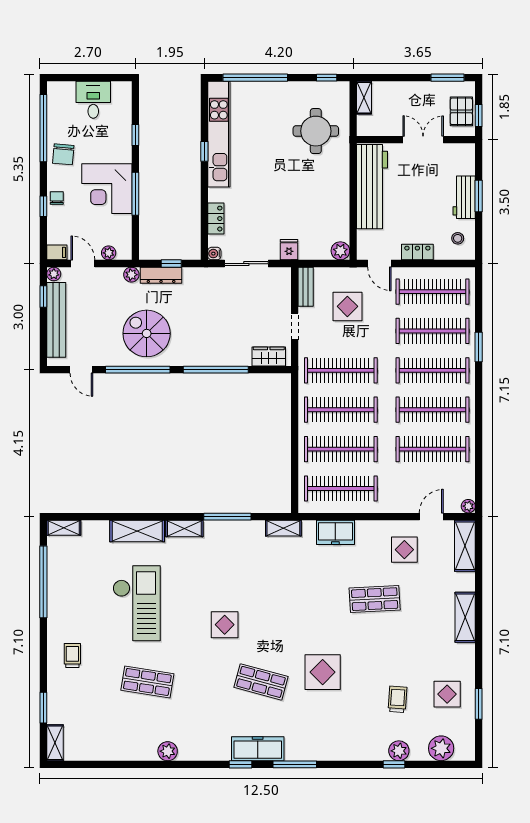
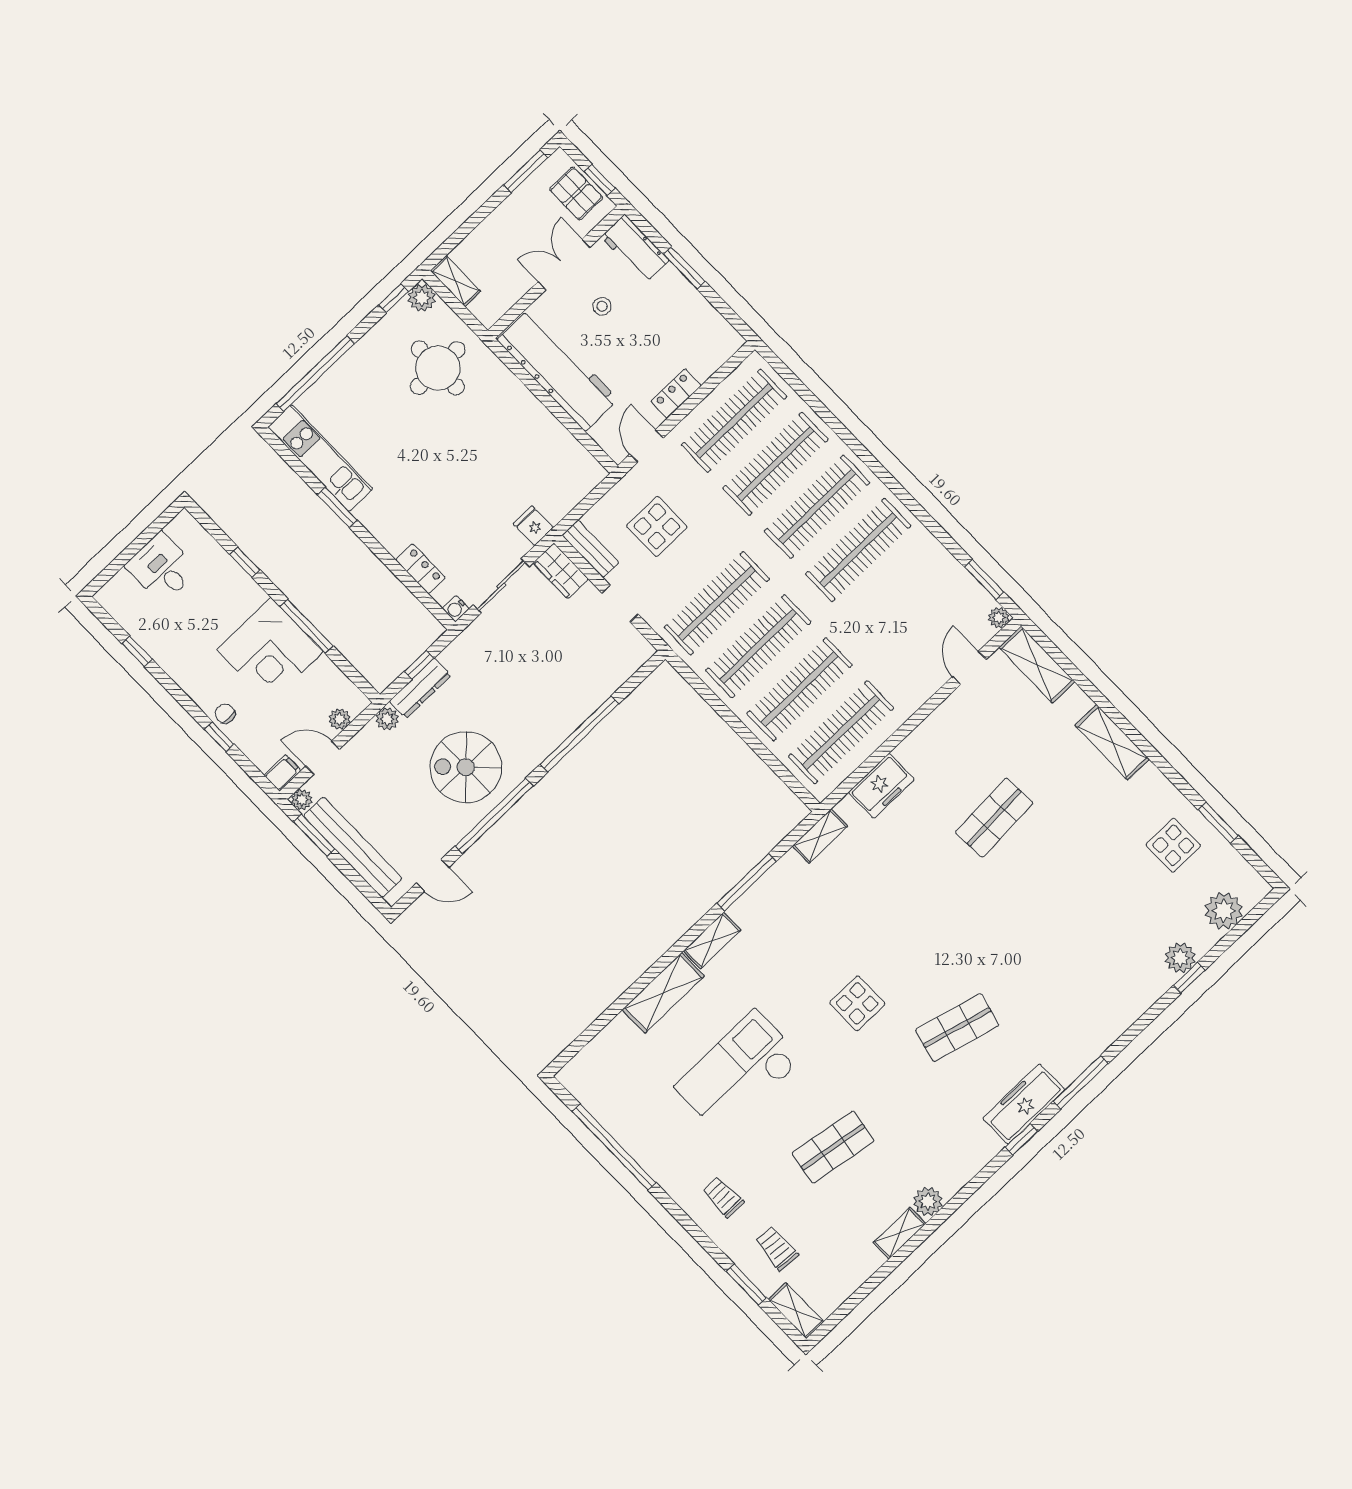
window: (43, 128) -> (137, 651), width x0.32
kitchen unit: (219, 134) -> (320, 458), width x0.73
window: (204, 151) -> (337, 507), width x1.50
chair: (63, 154) -> (186, 659), removed
workbench: (464, 197) -> (635, 249), moved
stool: (458, 238) -> (602, 306), moved
plant: (340, 251) -> (422, 298), moved
door: (379, 264) -> (646, 446), swing flipped
window: (43, 297) -> (314, 835), width x1.50
window: (479, 347) -> (984, 579), moved
wardrobe: (269, 357) -> (561, 571), moved, turned -90
clothes rail: (432, 449) -> (900, 593), removed
shelving: (64, 528) -> (900, 1233), moved
display table: (404, 550) -> (975, 732), removed
checkout: (137, 603) -> (738, 1073), turned -90
display table: (323, 672) -> (1014, 952), removed
trolley: (398, 699) -> (777, 1248), moved

